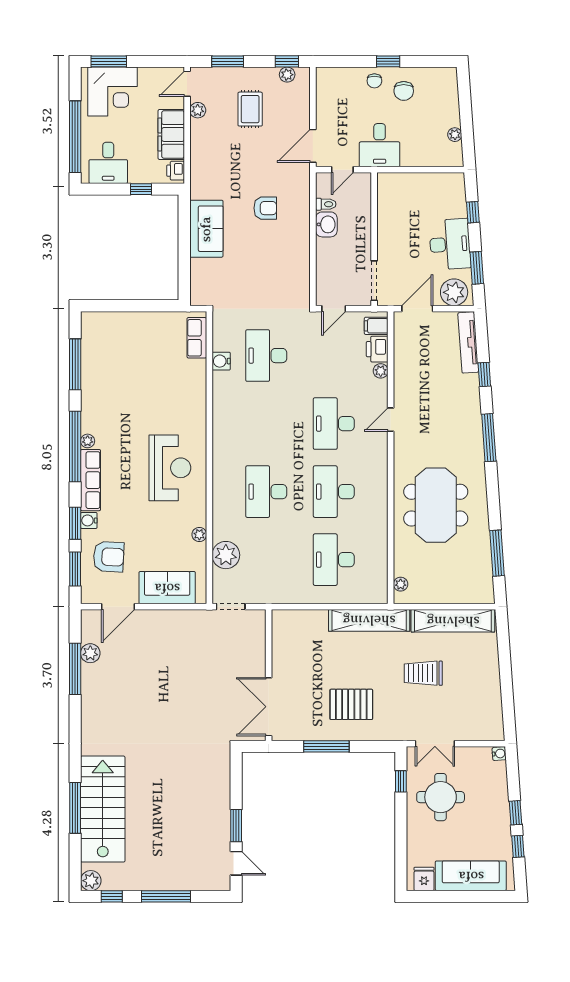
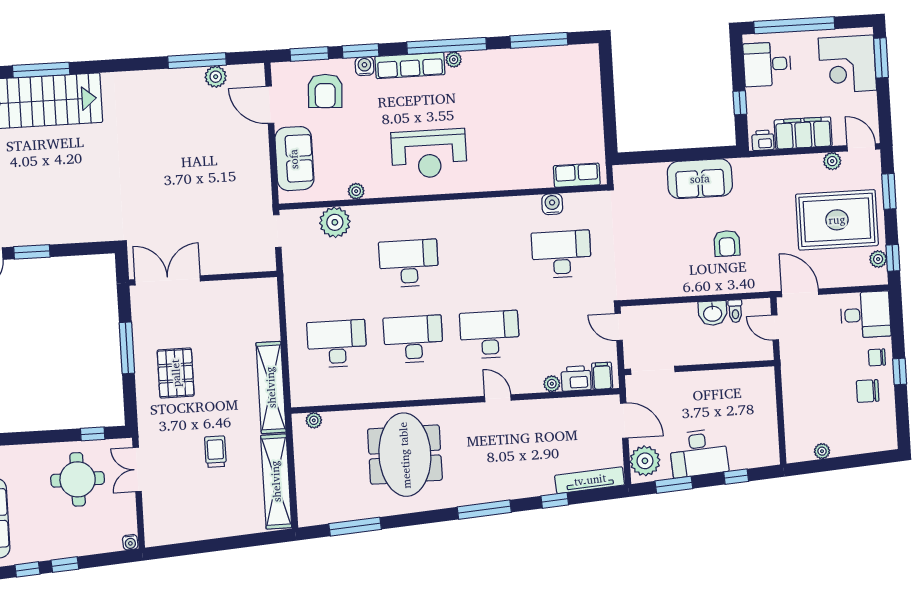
rug: (250, 109) -> (837, 220), width x1.86, depth x2.06
desk: (380, 145) -> (866, 315), moved, turned 180
meeting table: (436, 505) -> (405, 455), turned 90
trolley: (423, 673) -> (215, 452), width x0.73, depth x0.72

